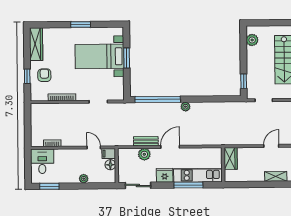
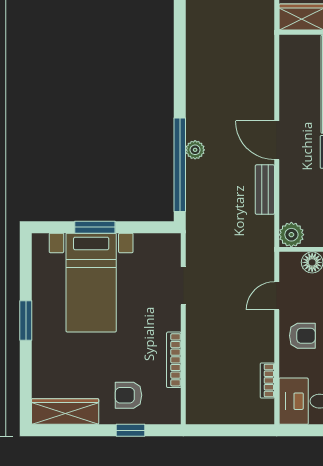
plant: (185, 107) -> (195, 150), moved
filing cabinet: (109, 154) -> (289, 265), removed
plant: (144, 154) -> (291, 235), moved
armchair: (74, 160) -> (302, 336), added

